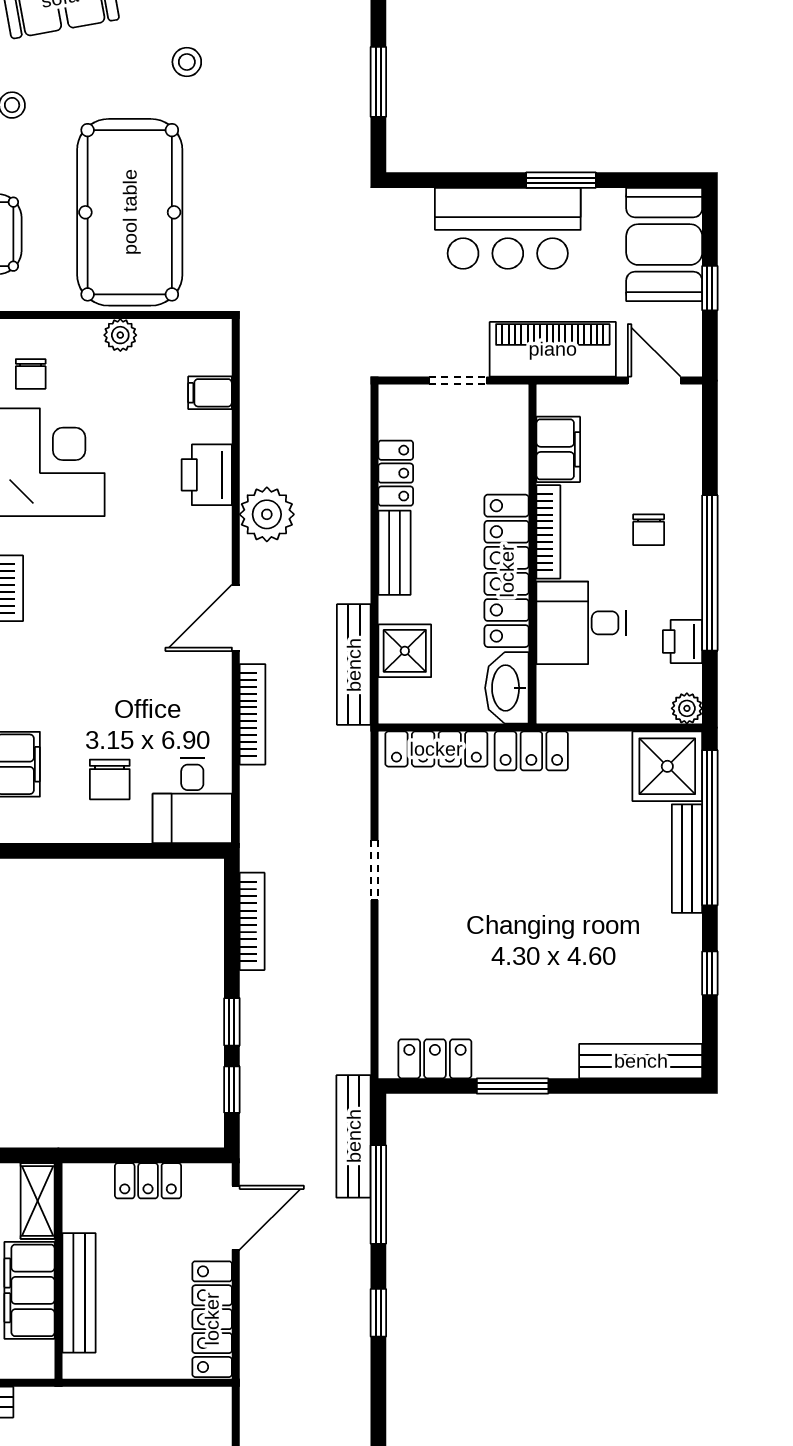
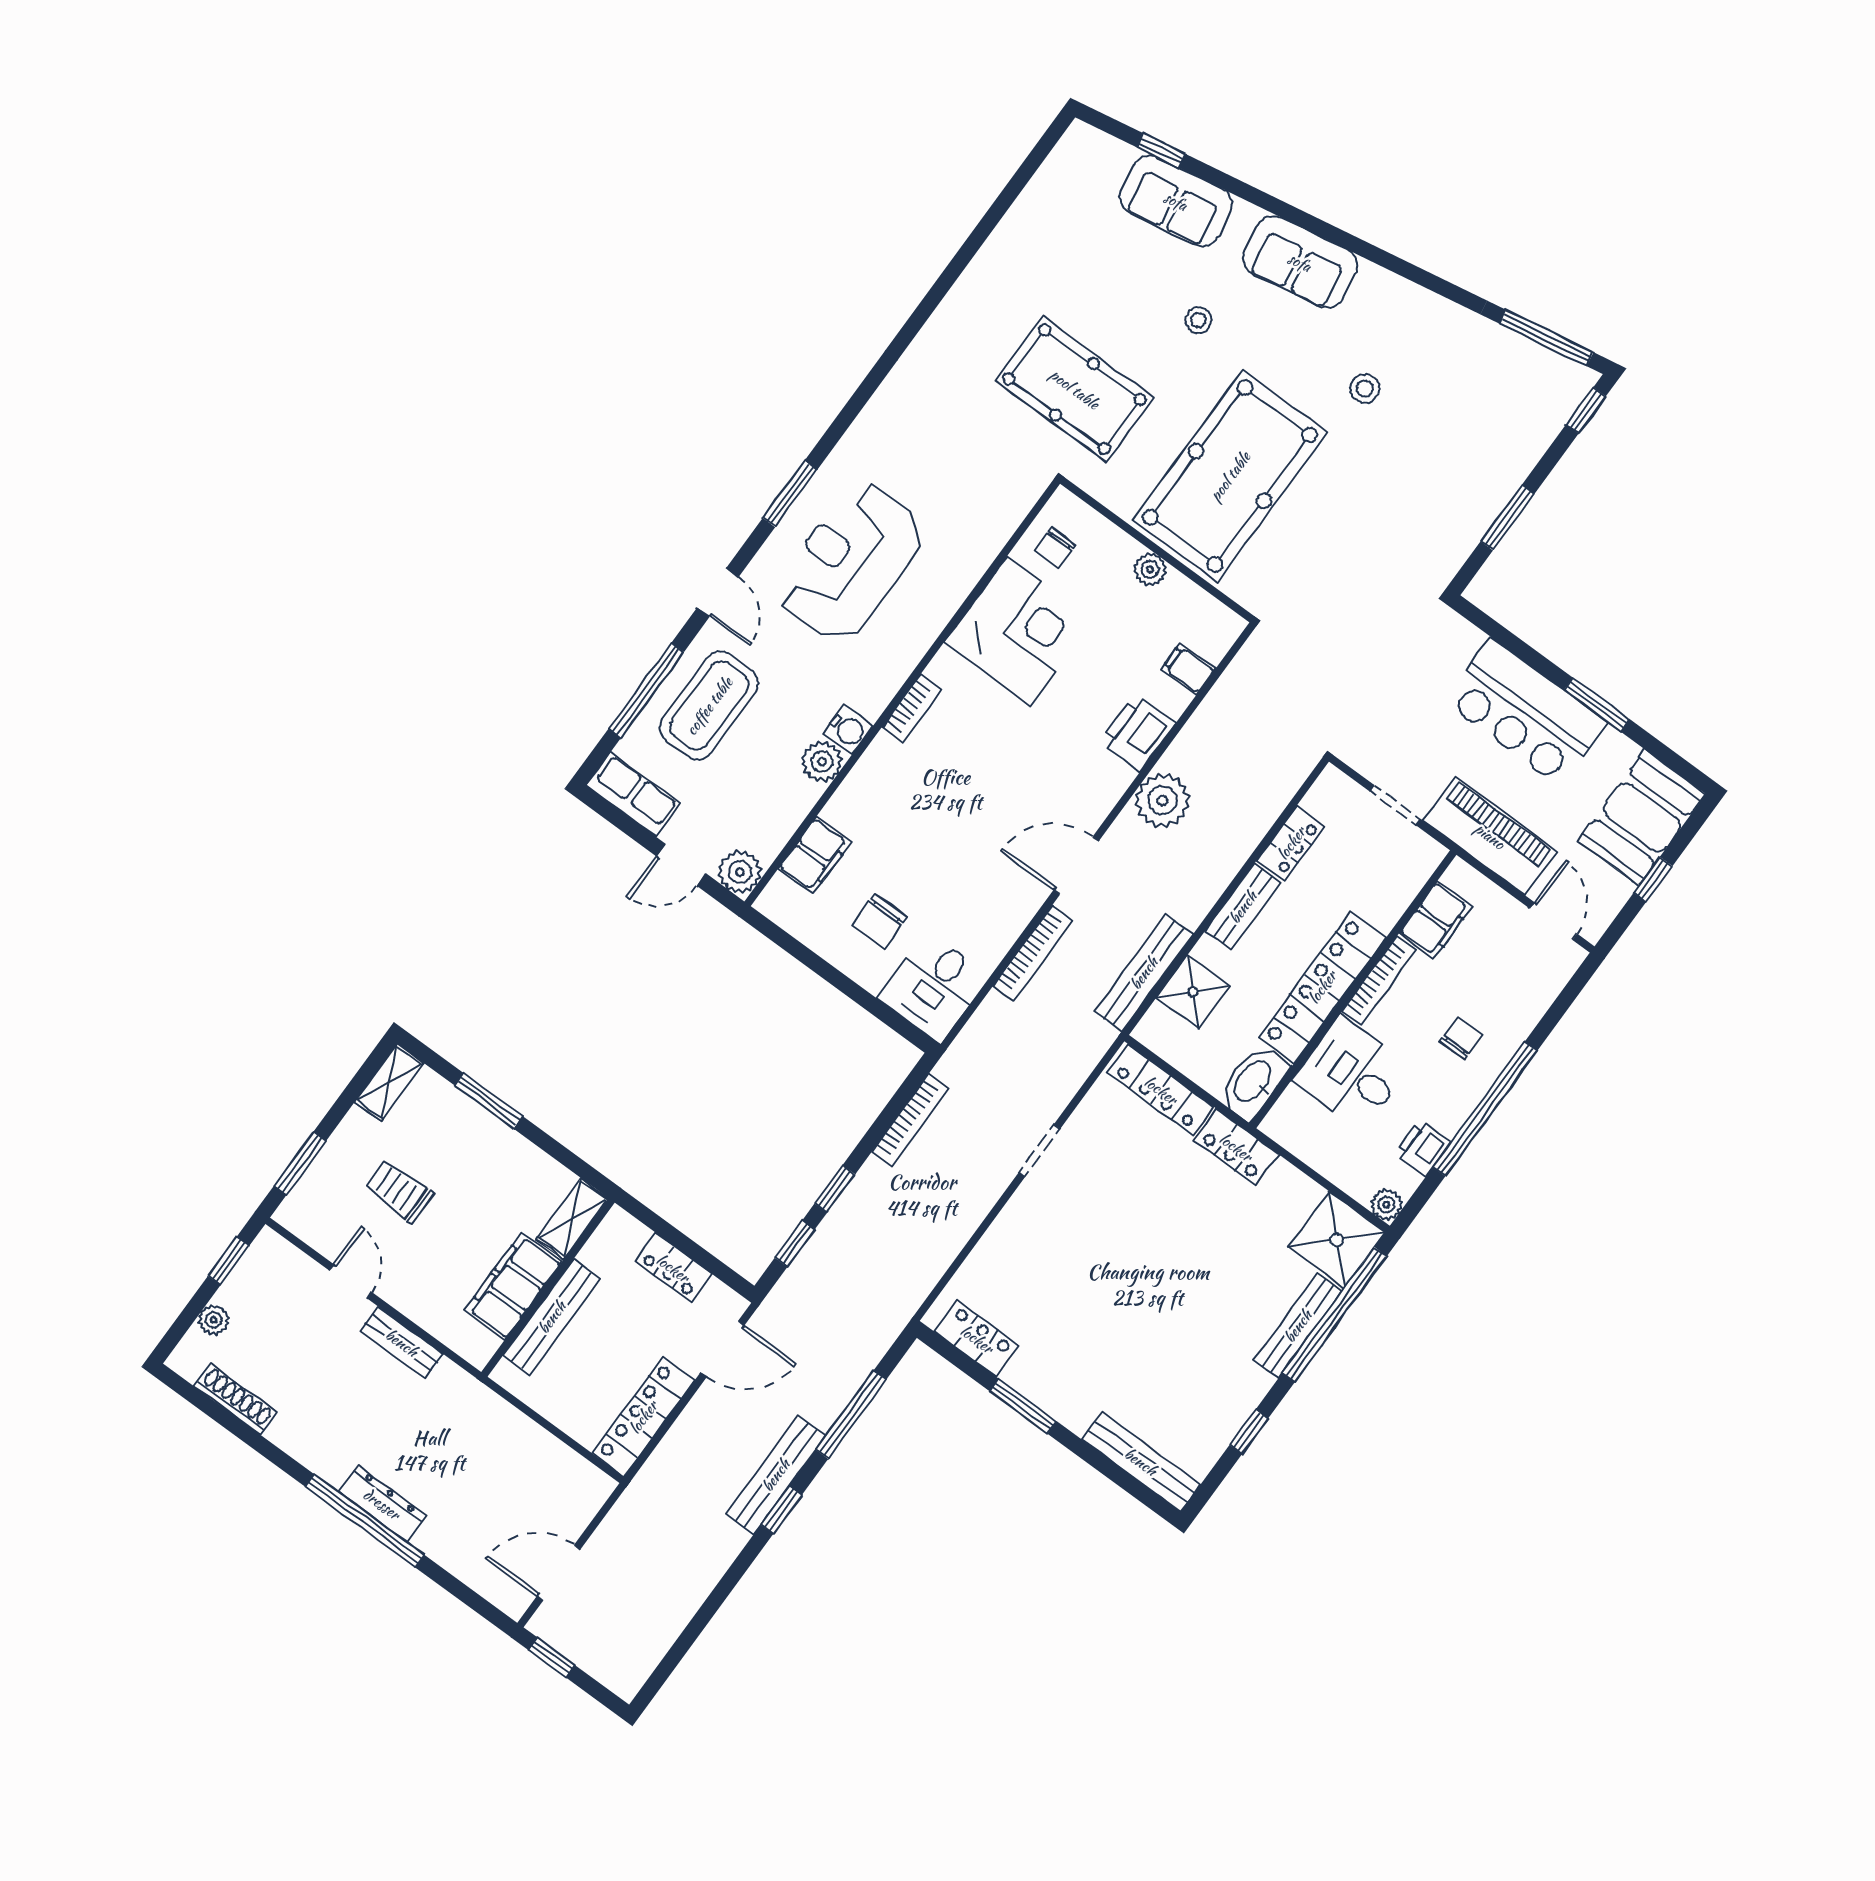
chair: (649, 530) -> (1461, 1038), turned 180
bench: (354, 1136) -> (776, 1475), moved

